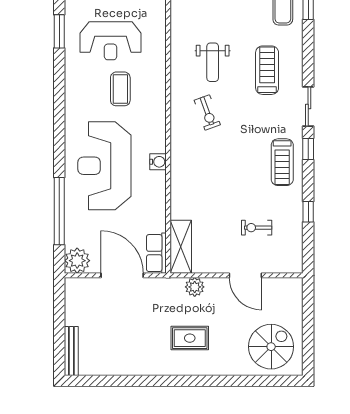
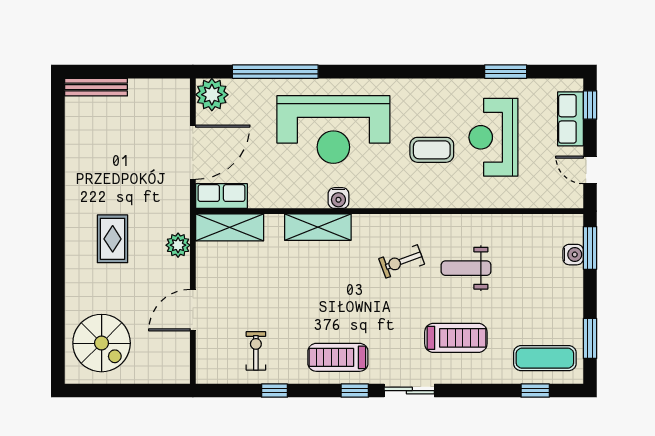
reception desk: (104, 166) -> (333, 129), turned 180
shelving: (181, 178) -> (318, 227), added
exercise bike: (257, 228) -> (256, 351), moved

